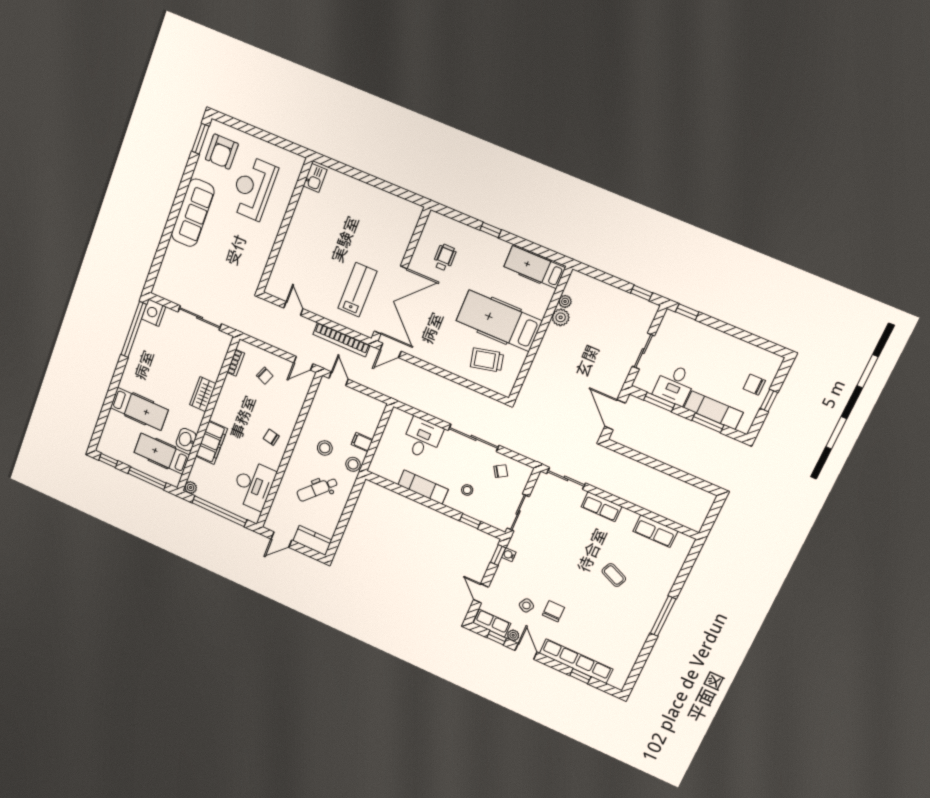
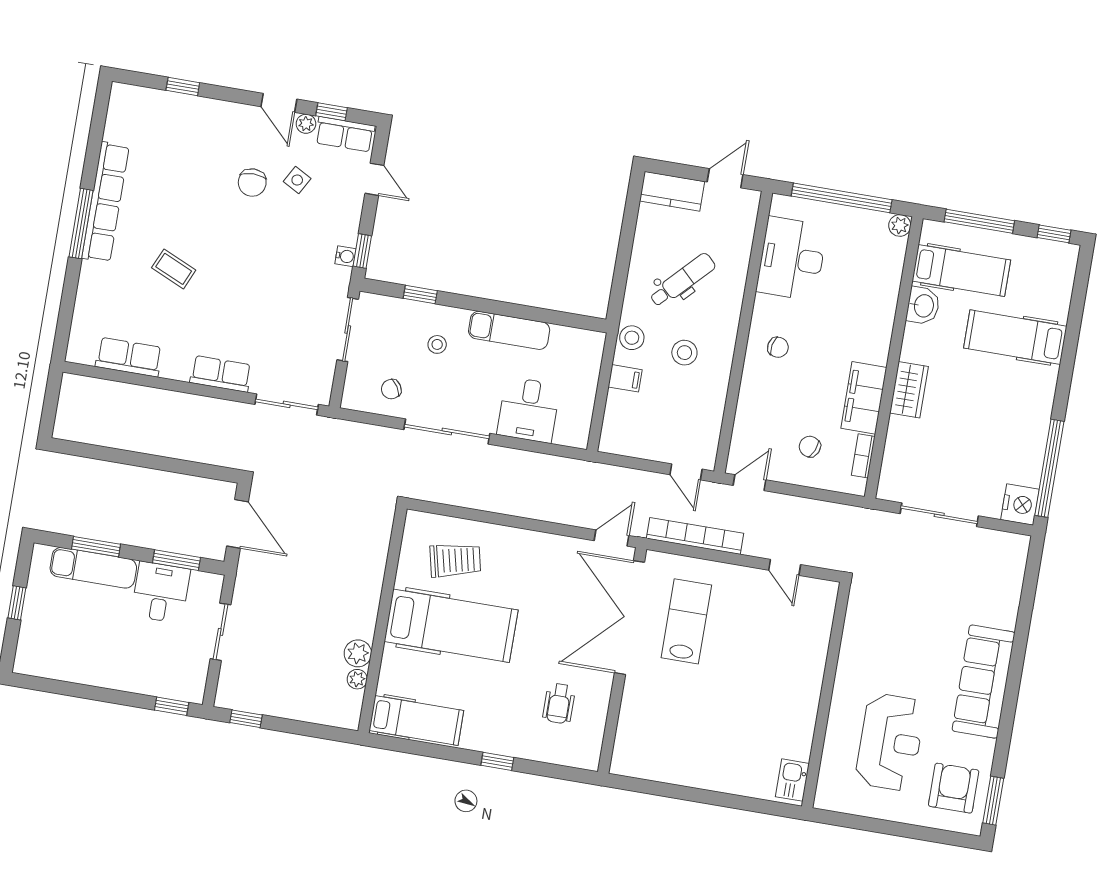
lab bench: (357, 290) -> (686, 621), turned 180
chair: (754, 385) -> (44, 621), removed
filing cabinet: (211, 442) -> (864, 398), moved
row of seats: (576, 661) -> (106, 202), moved, turned -90

